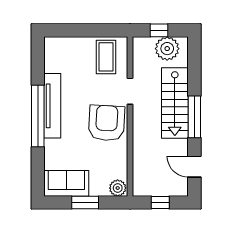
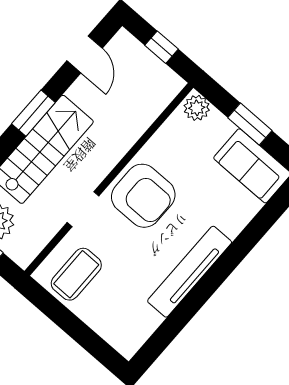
window: (38, 116) -> (217, 274), removed
window: (194, 117) -> (33, 113), width x0.69
armchair: (107, 123) -> (143, 196), turned -93

